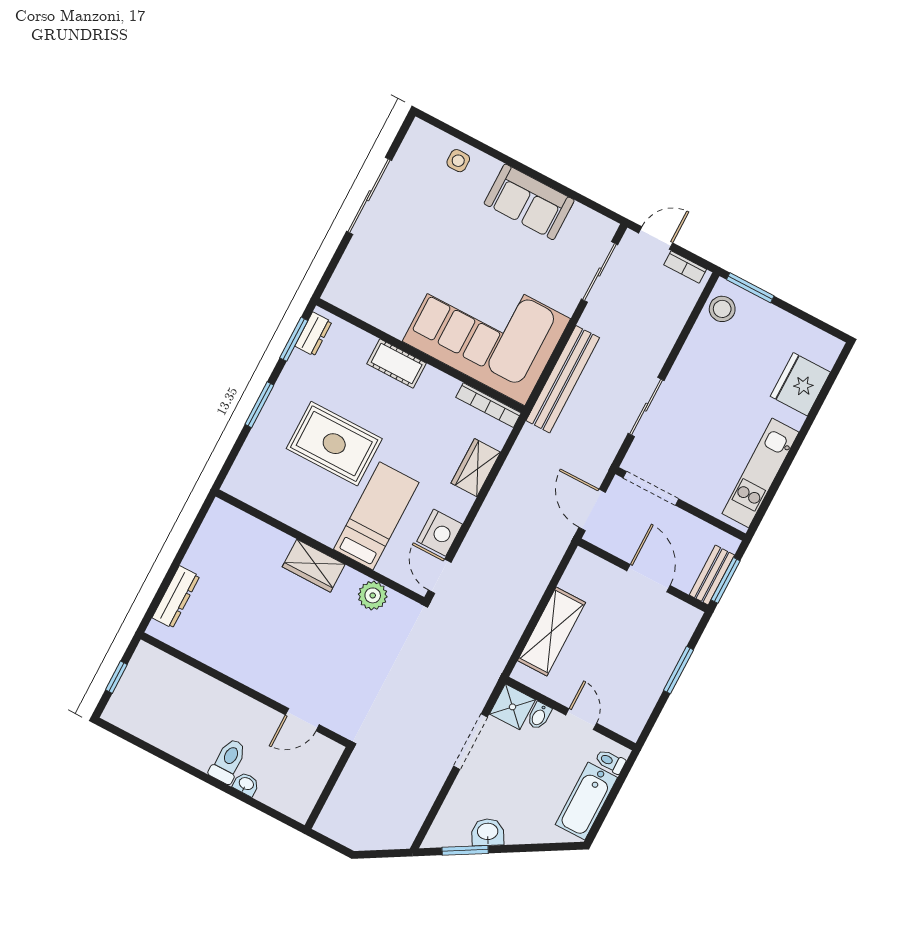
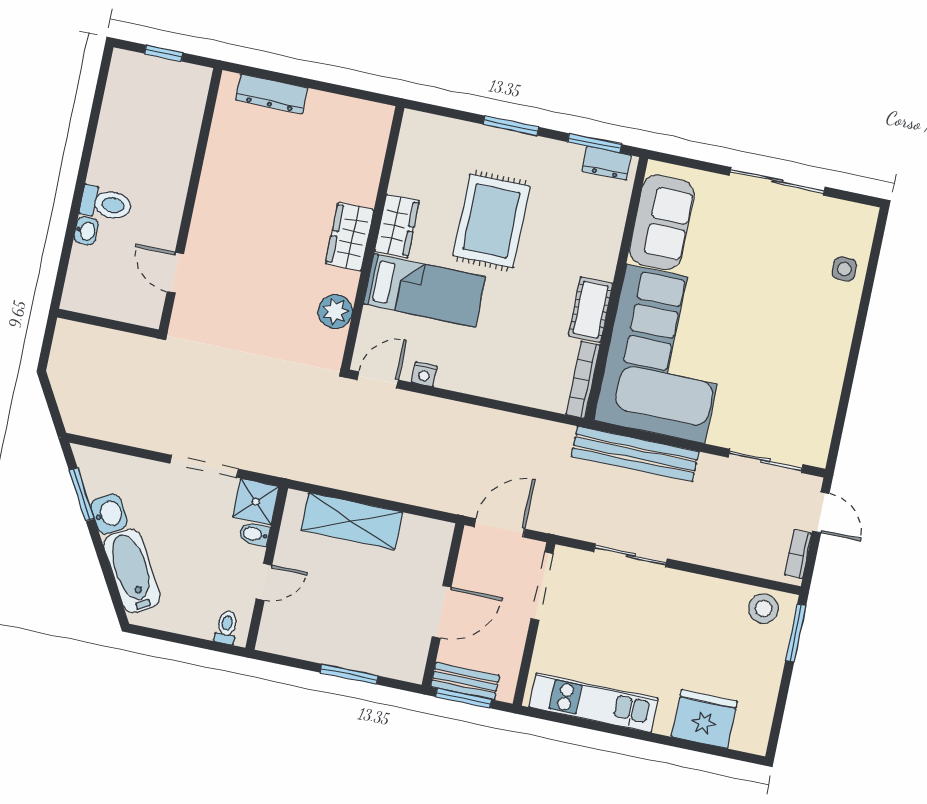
sofa: (529, 202) -> (662, 222), moved, turned 180
cot: (397, 364) -> (591, 310), moved
wardrobe: (476, 468) -> (397, 226), moved, turned 90
nightstand: (440, 533) -> (424, 374), width x0.53, depth x0.56
bathtub: (586, 801) -> (132, 571), moved, turned 60

